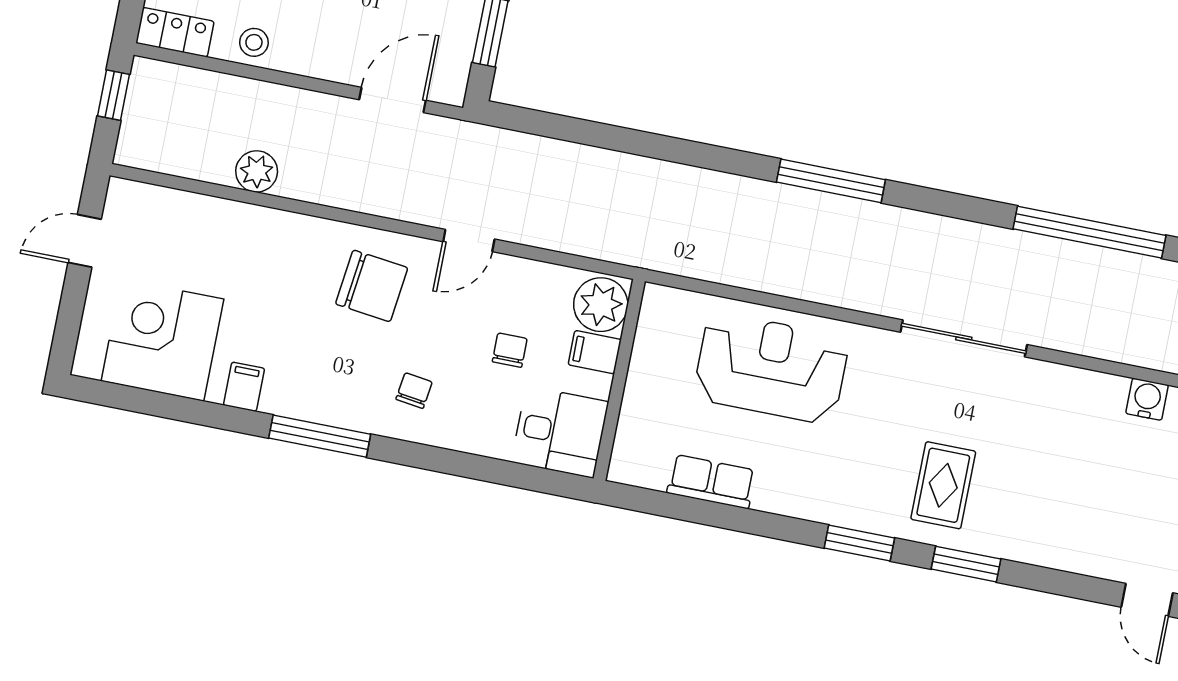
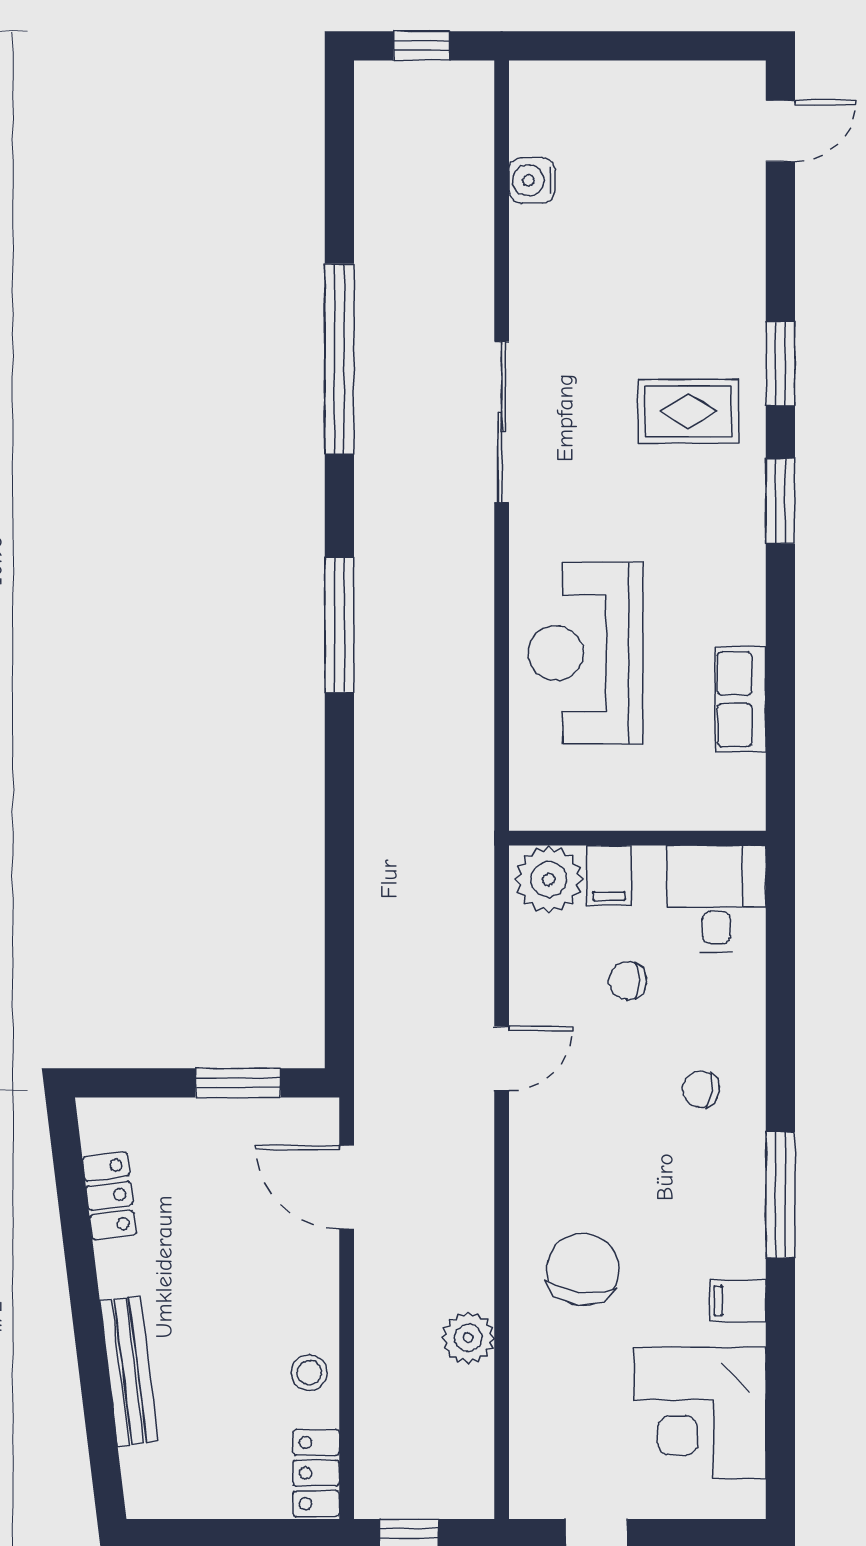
window: (1090, 232) -> (339, 359), moved
door: (469, 240) -> (502, 1058), hinge flipped
chair: (372, 286) -> (583, 1269), moved

